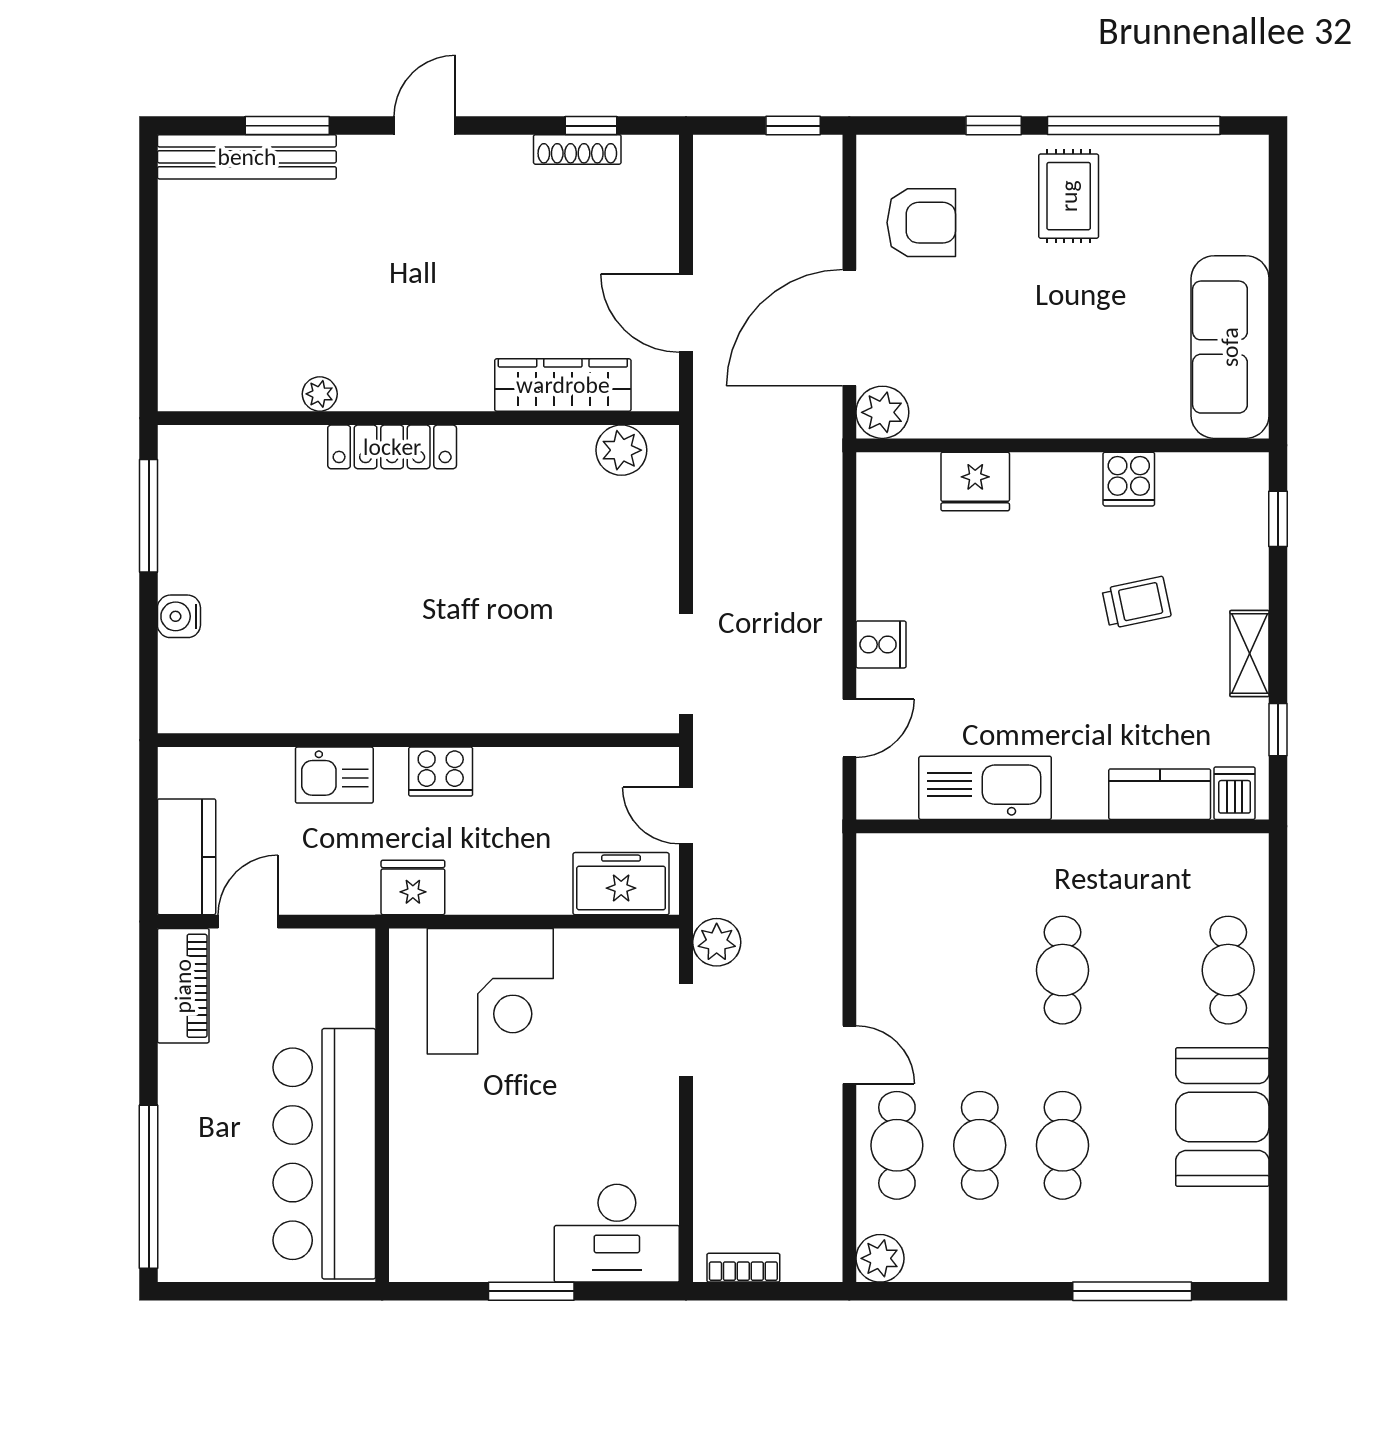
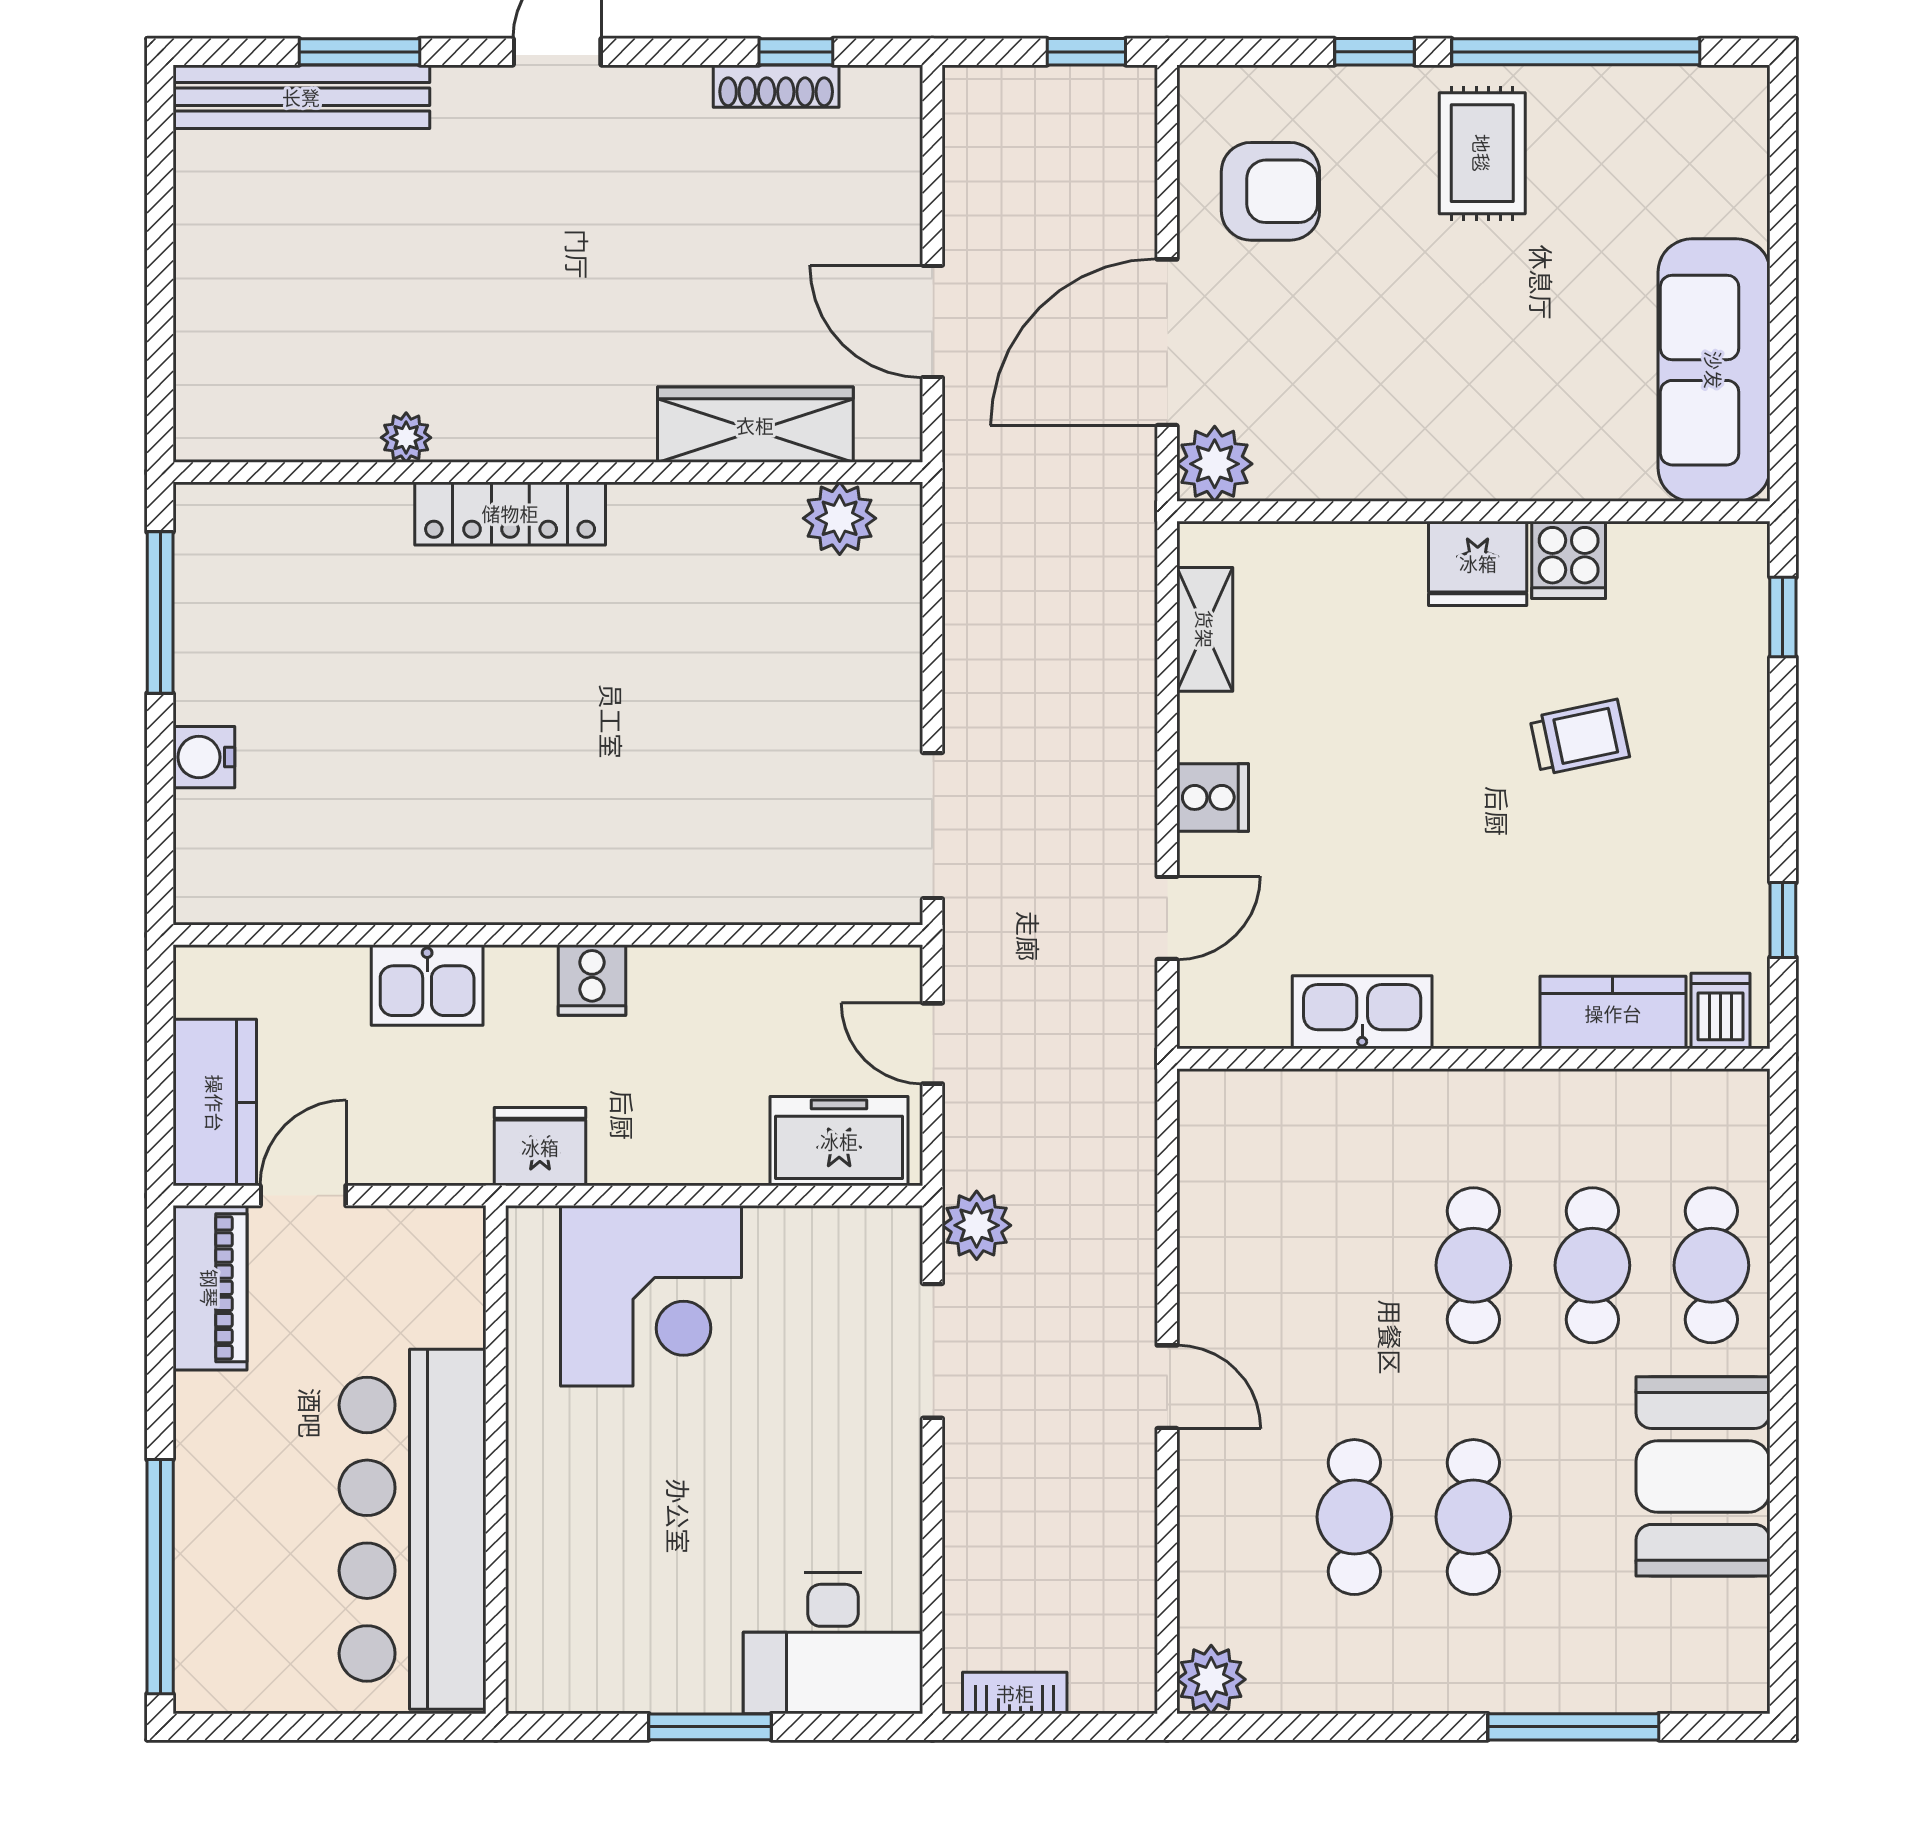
fridge: (975, 482) -> (1478, 563), moved
shelving: (1249, 654) -> (1205, 629), moved
cooker: (441, 772) -> (592, 980), width x0.73
kitchen sink: (985, 788) -> (1362, 1012), width x0.73, depth x0.81
cafe table: (897, 1145) -> (1592, 1265), moved

